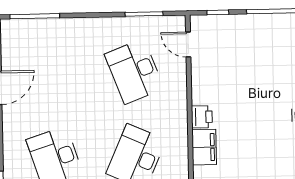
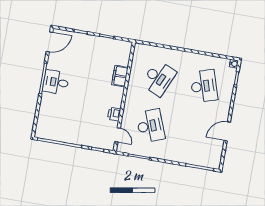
printer: (202, 117) -> (114, 114), moved

